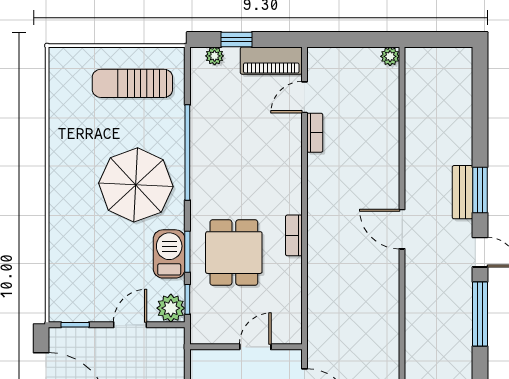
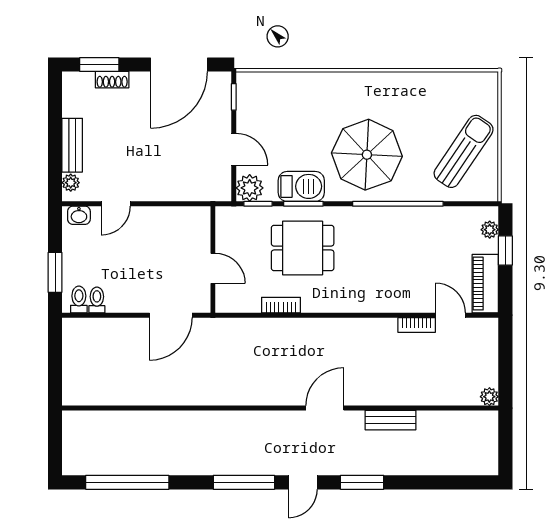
sun lounger: (132, 83) -> (464, 151), turned 34
bench: (463, 192) -> (390, 420), moved
bookcase: (294, 235) -> (281, 305), moved

